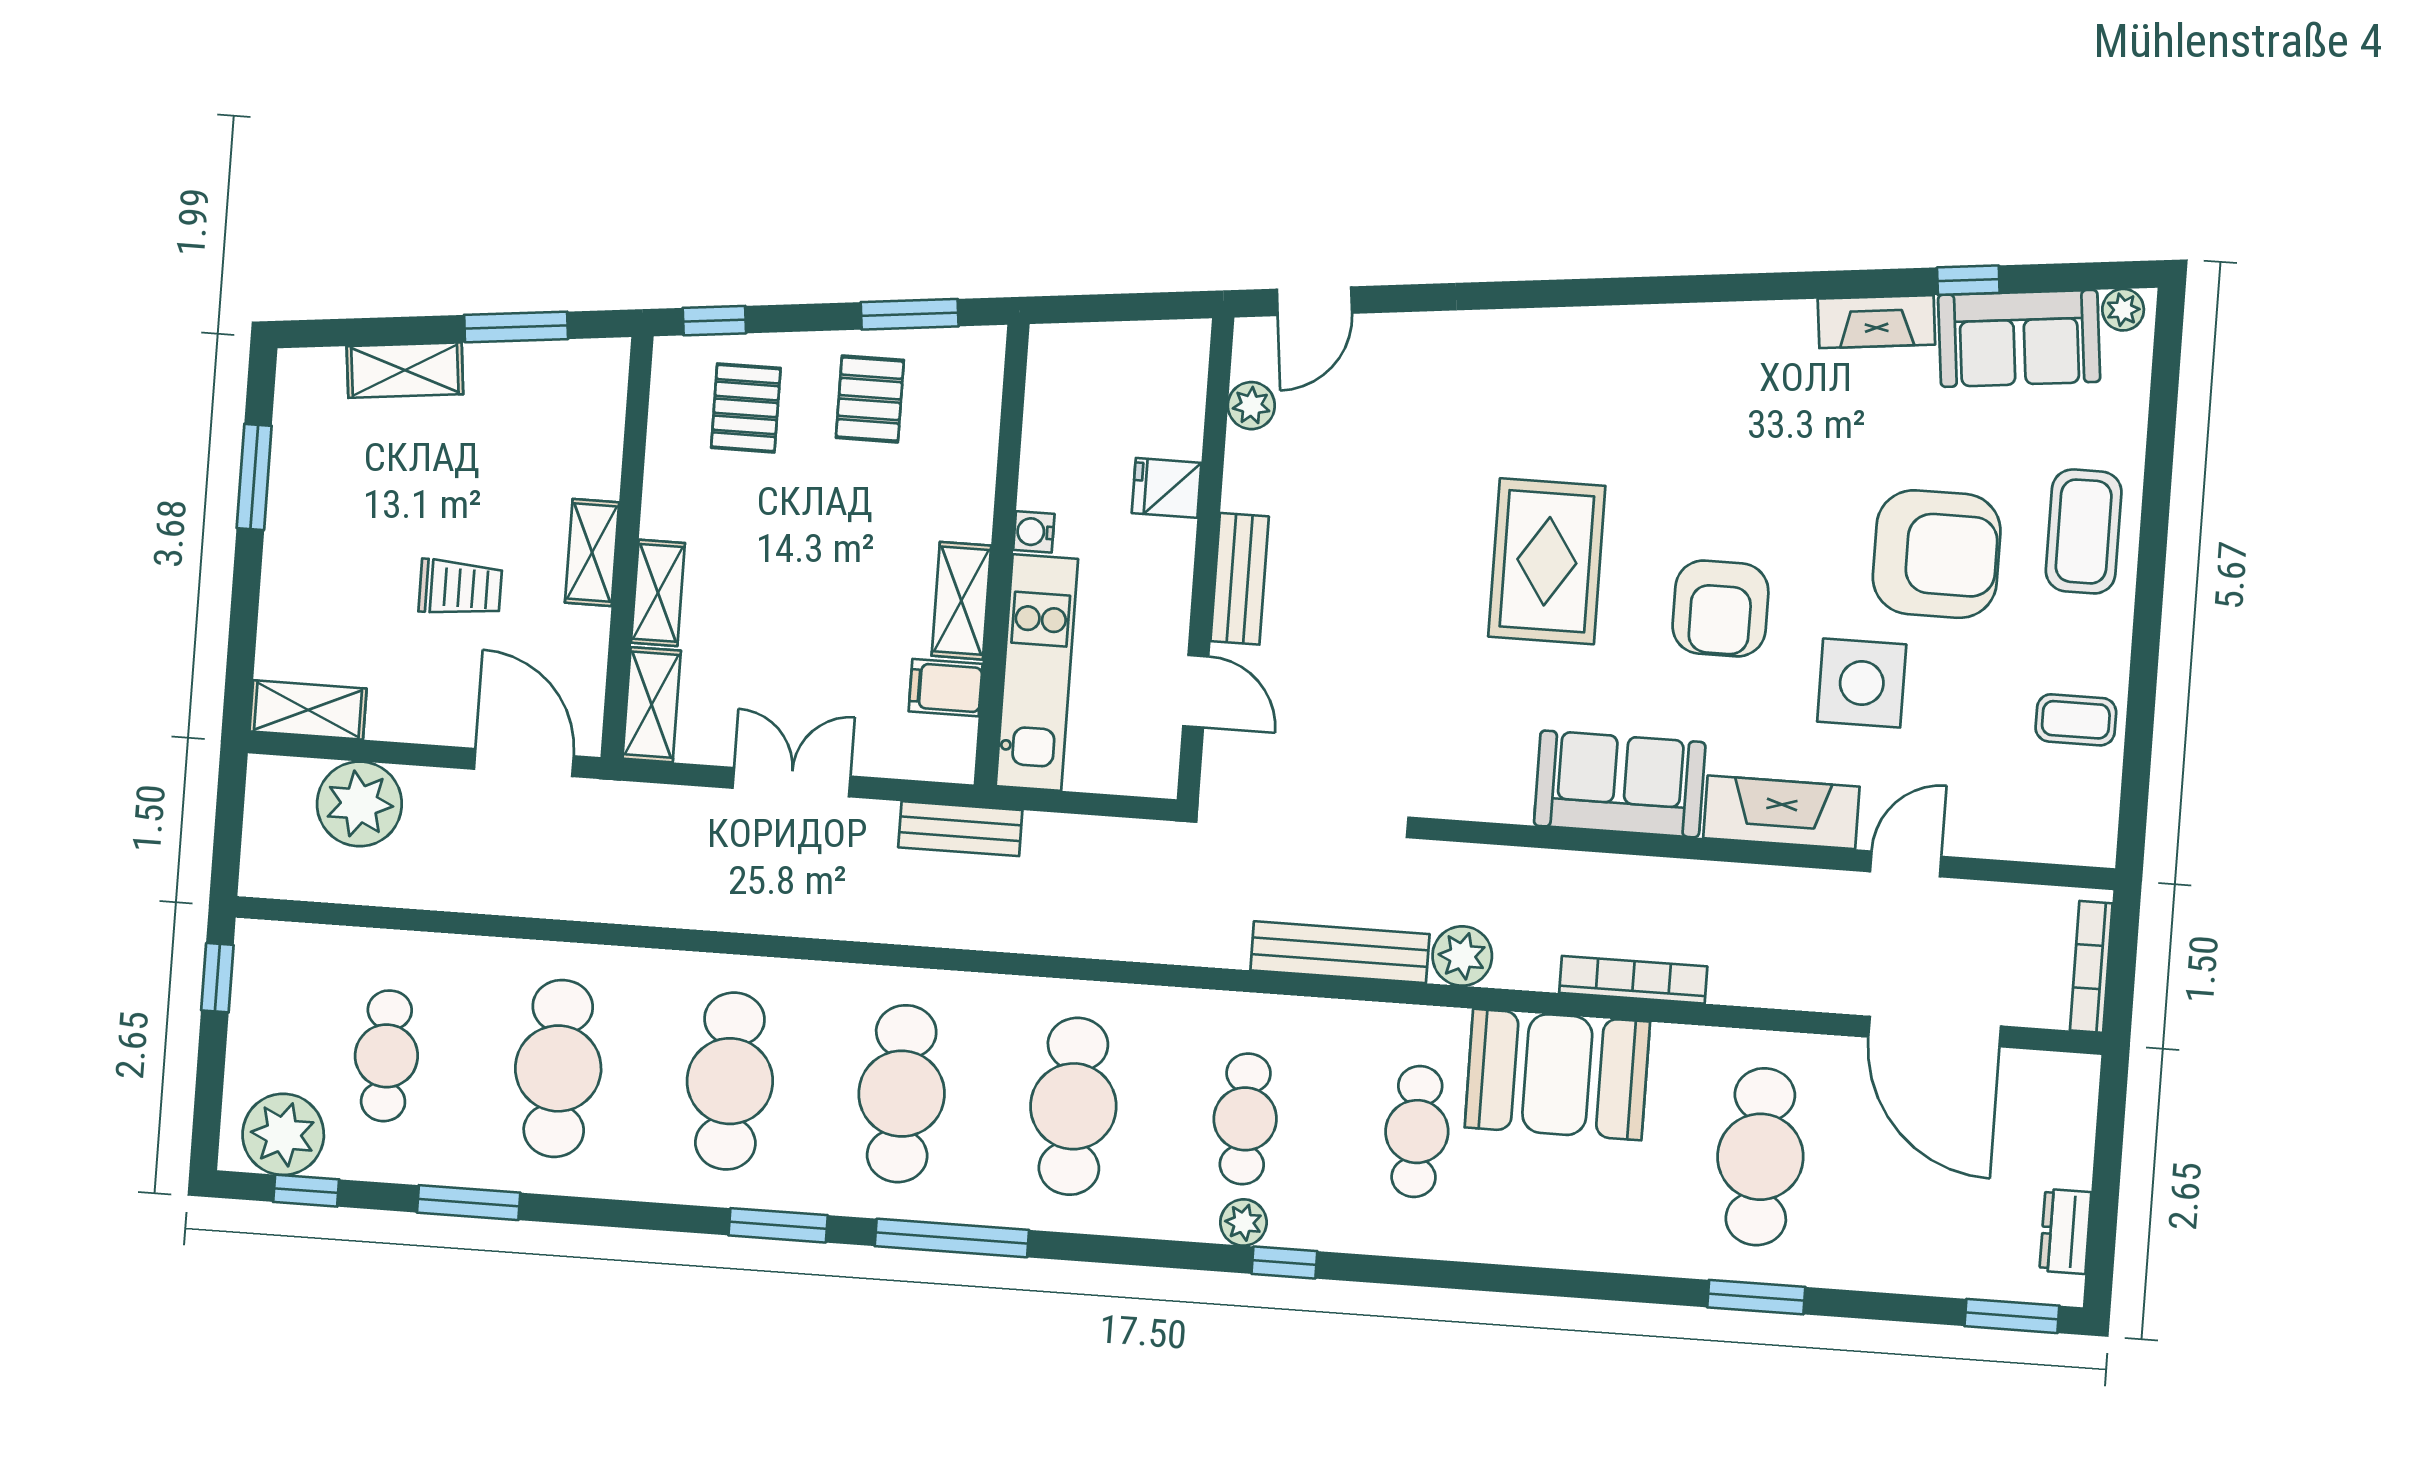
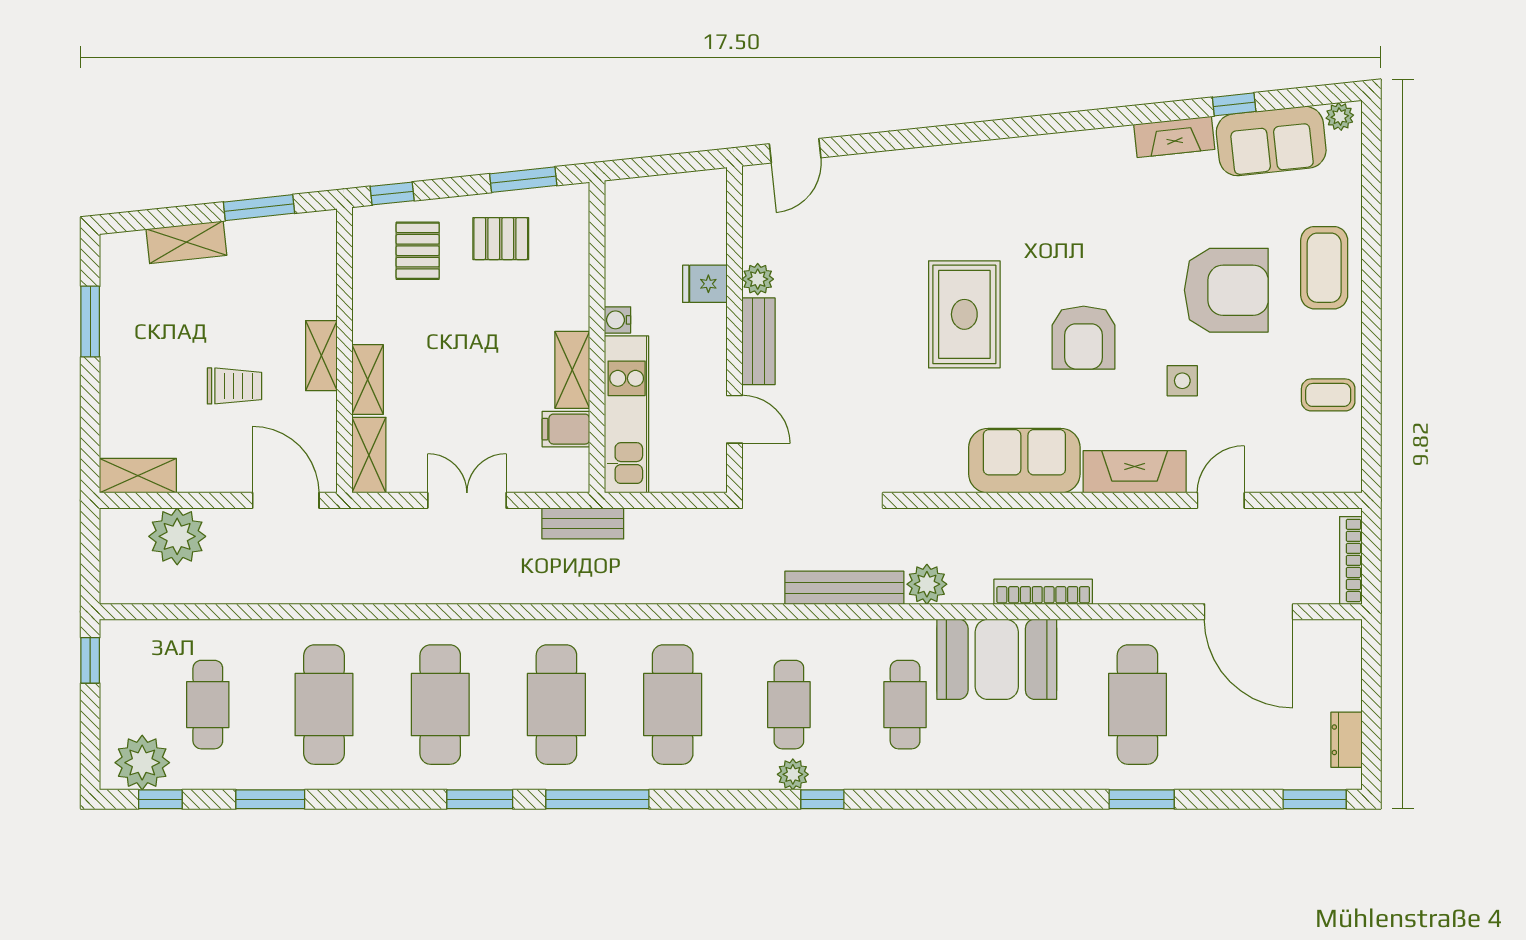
pallet: (870, 399) -> (501, 239), turned 90
plant: (1251, 406) -> (758, 279), moved
side table: (1862, 683) -> (1182, 381), width x0.54, depth x0.54

